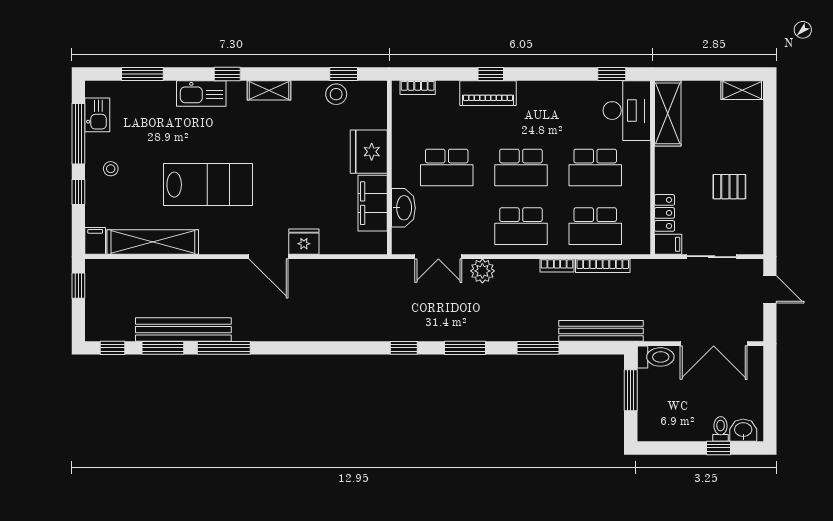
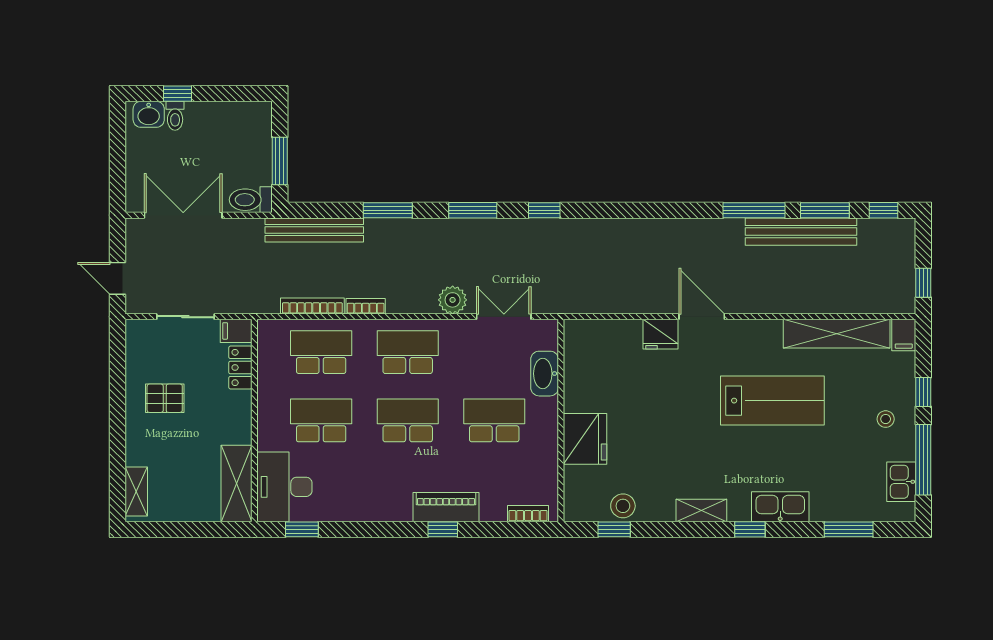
shelving: (742, 90) -> (136, 492), moved, turned 90
lab bench: (208, 185) -> (772, 401), turned 180
filing cabinet: (373, 203) -> (580, 379), removed

